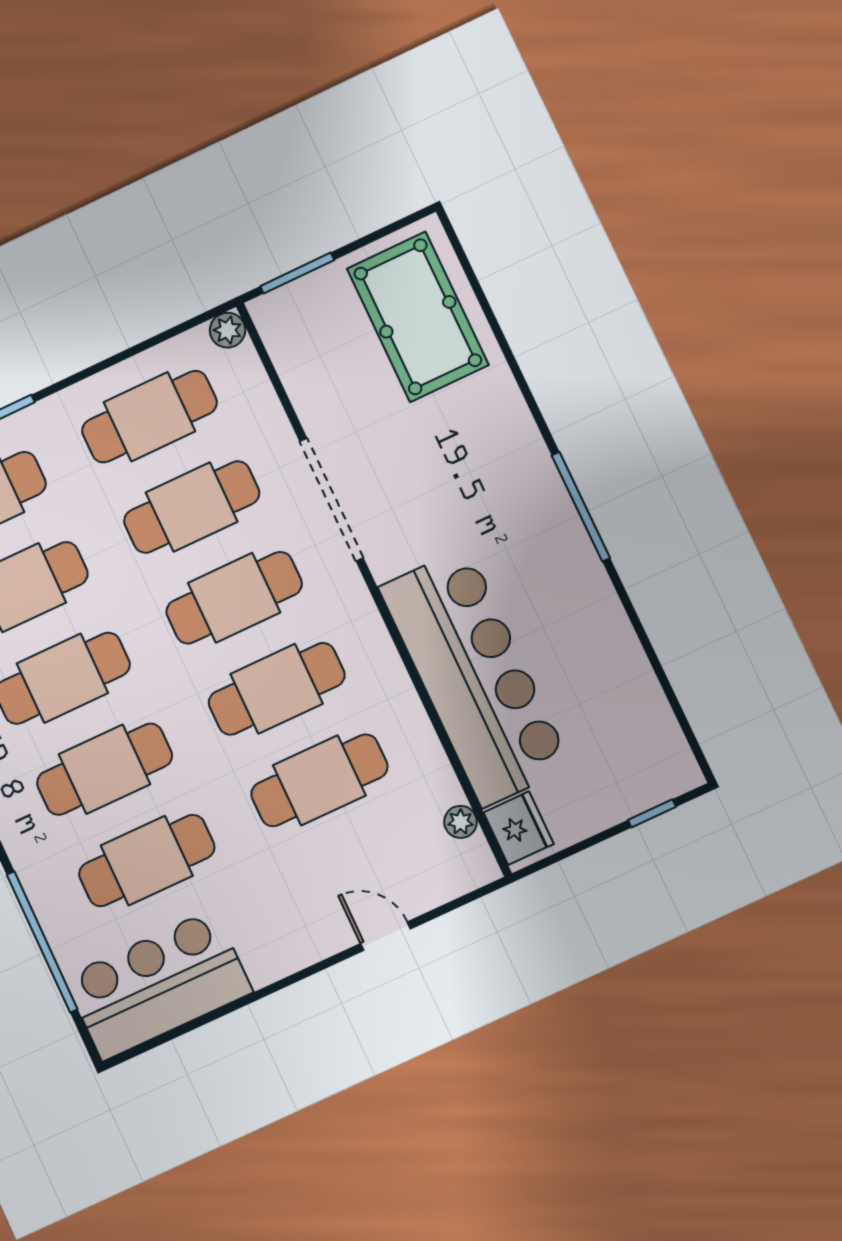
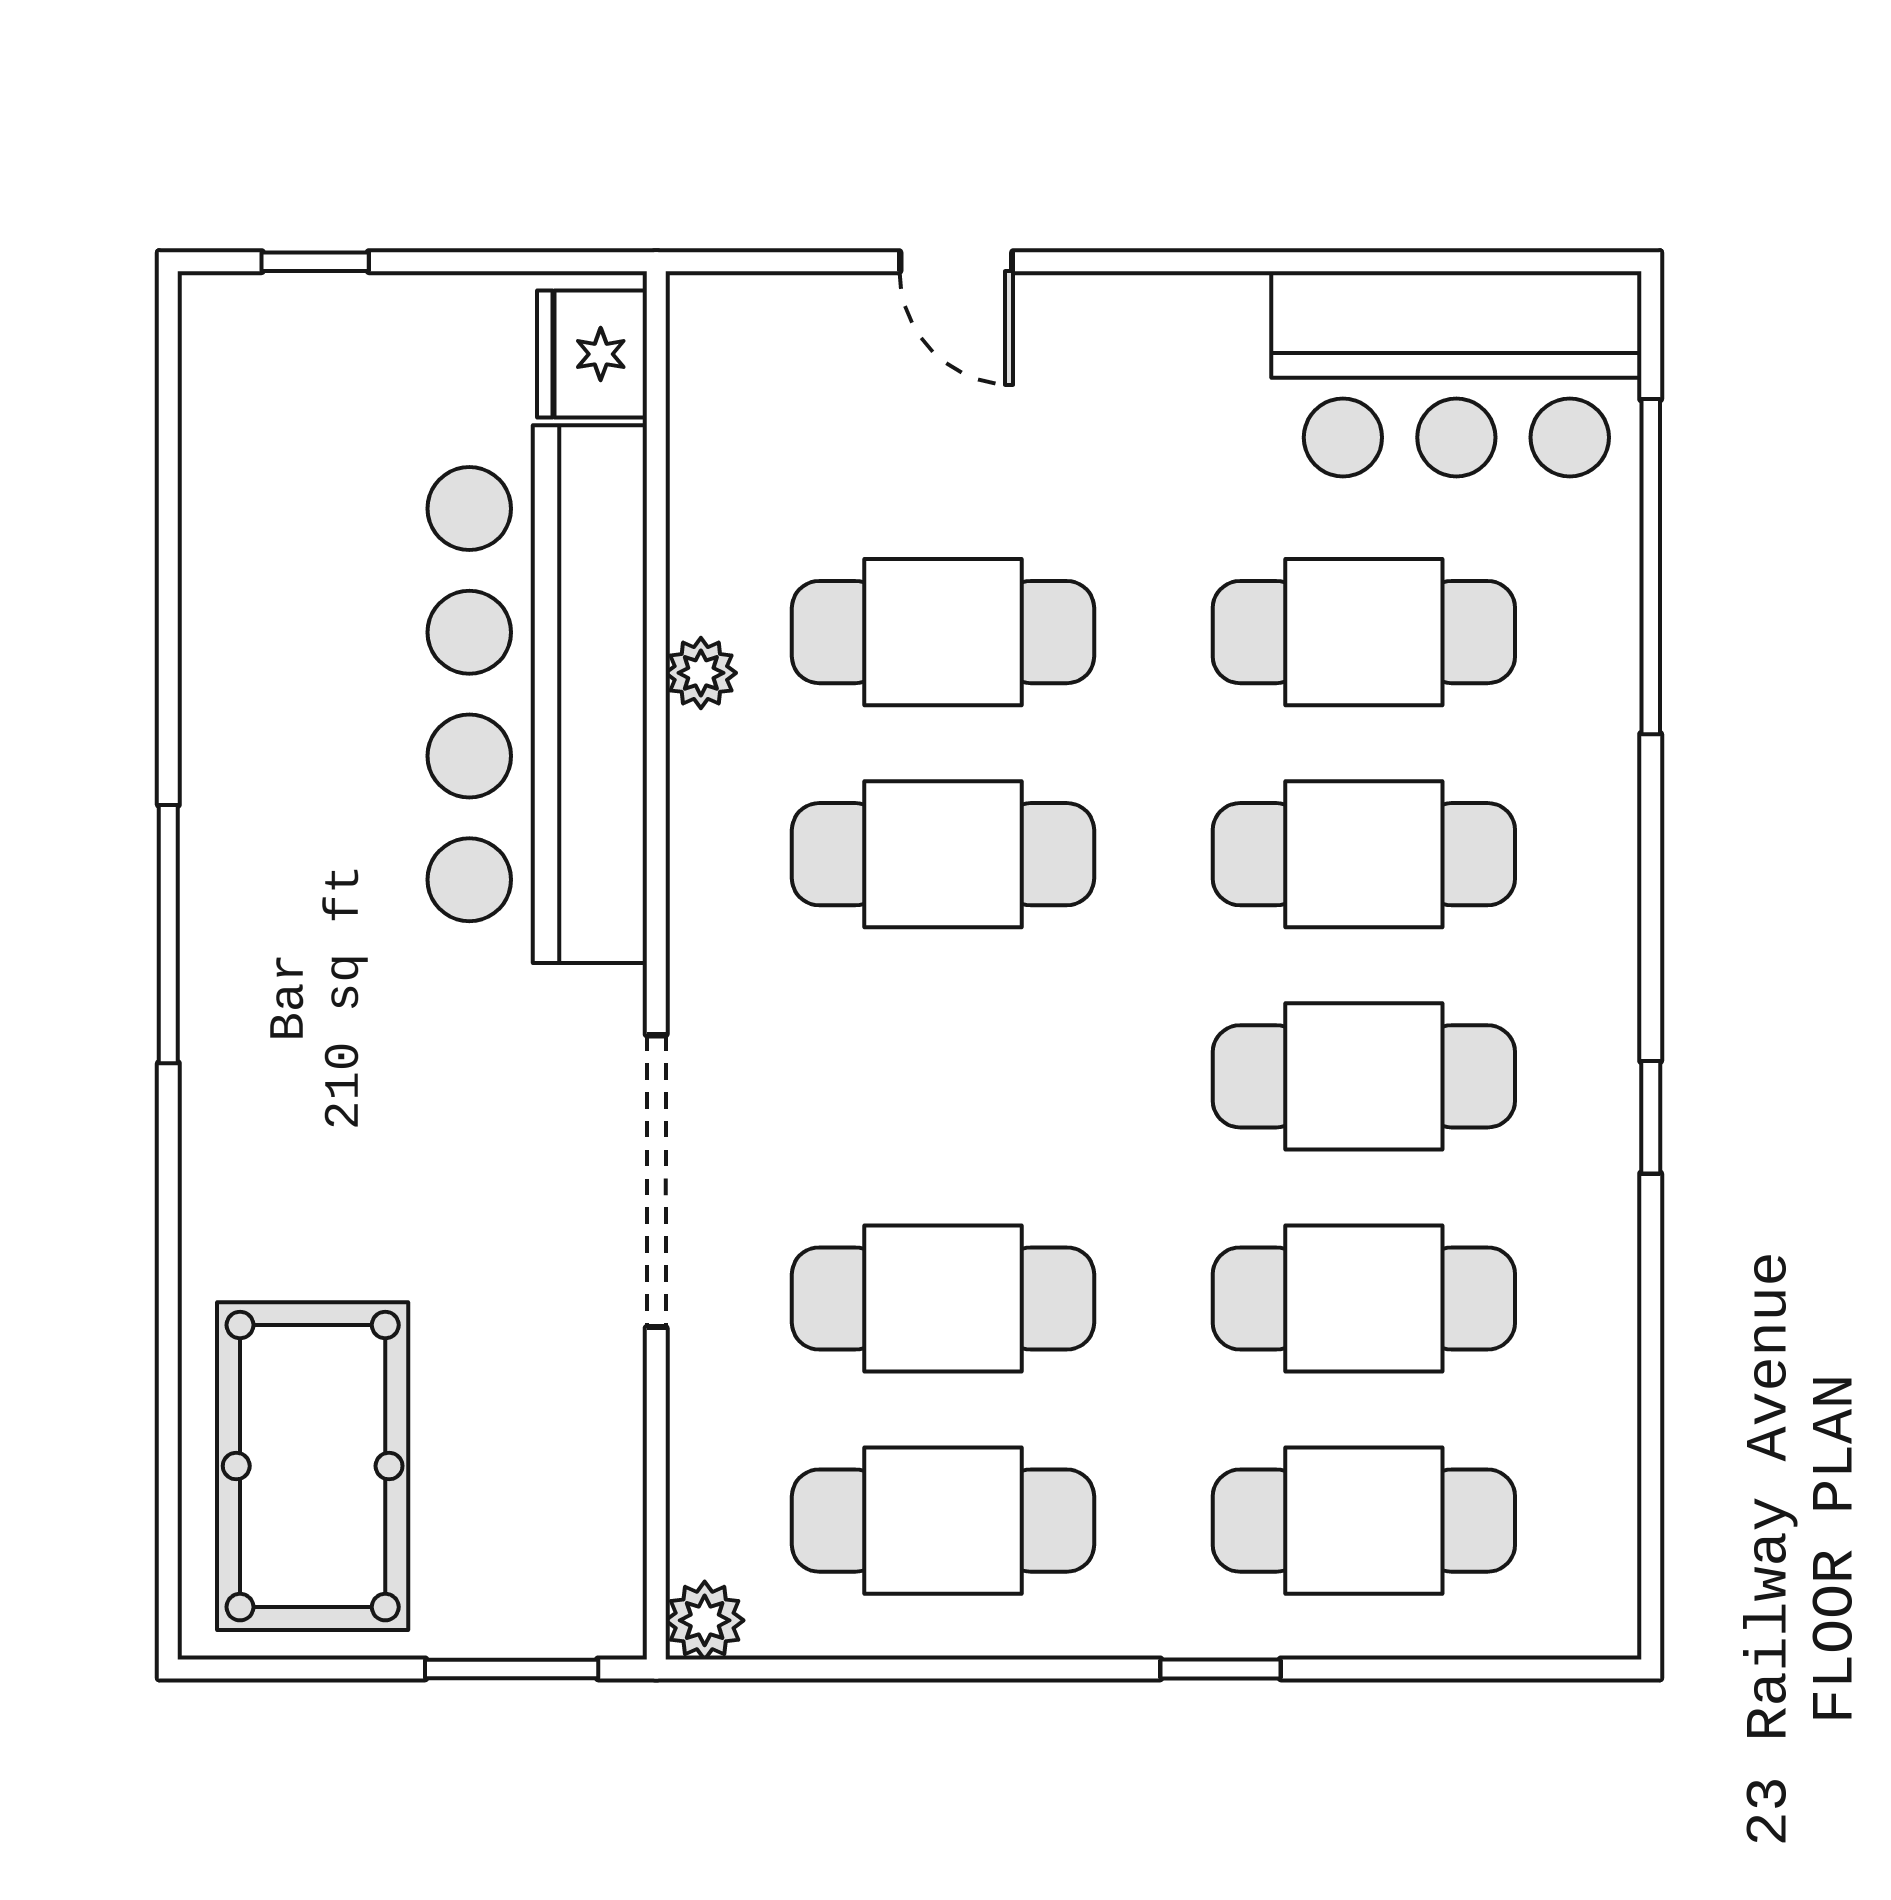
cafe table: (234, 598) -> (943, 1076), removed
plant: (461, 822) -> (701, 673), moved

